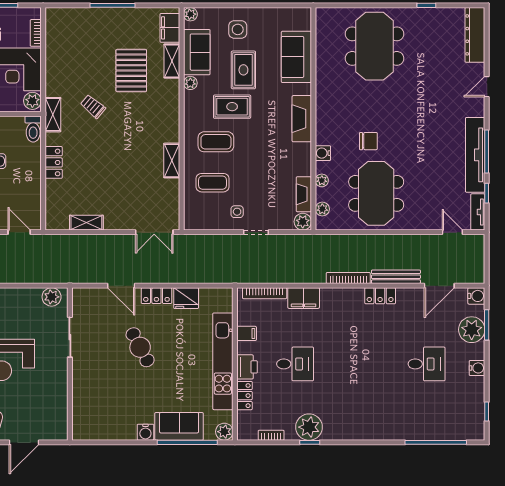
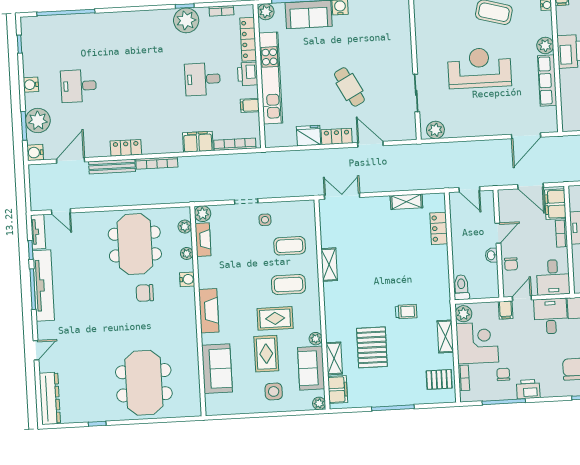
pallet: (62, 33) -> (439, 379), added
trolley: (93, 106) -> (406, 312), turned -40
shelving: (53, 115) -> (445, 336), moved
locker: (54, 162) -> (439, 228), moved
locker: (245, 396) -> (248, 39), width x1.53

